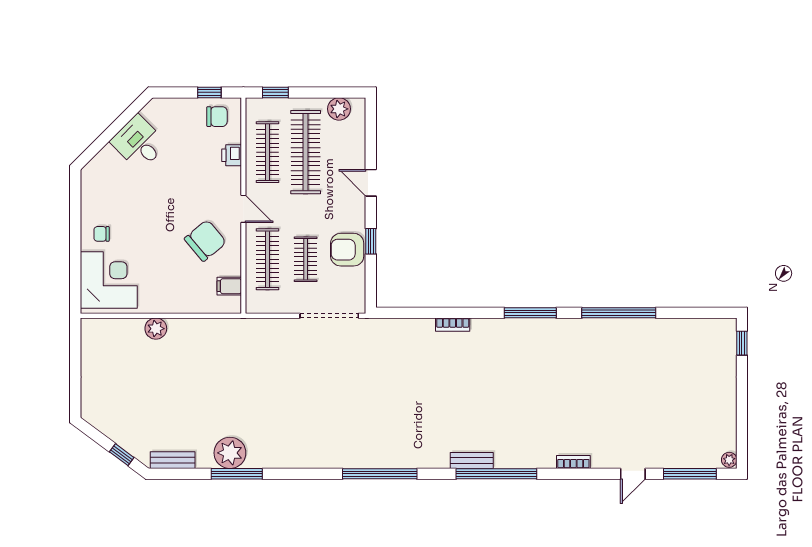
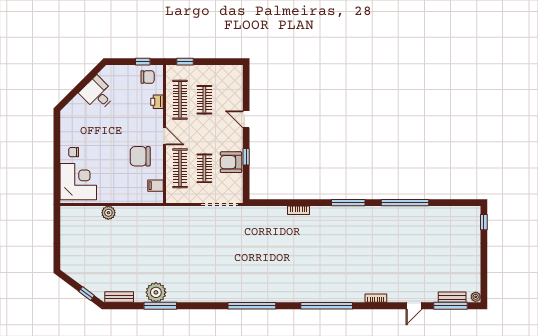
plant: (339, 109) -> (226, 72), removed
clothes rail: (306, 152) -> (204, 100), width x0.54, depth x0.76
chair: (205, 240) -> (140, 156), turned -140
bench: (472, 460) -> (452, 297), moved

